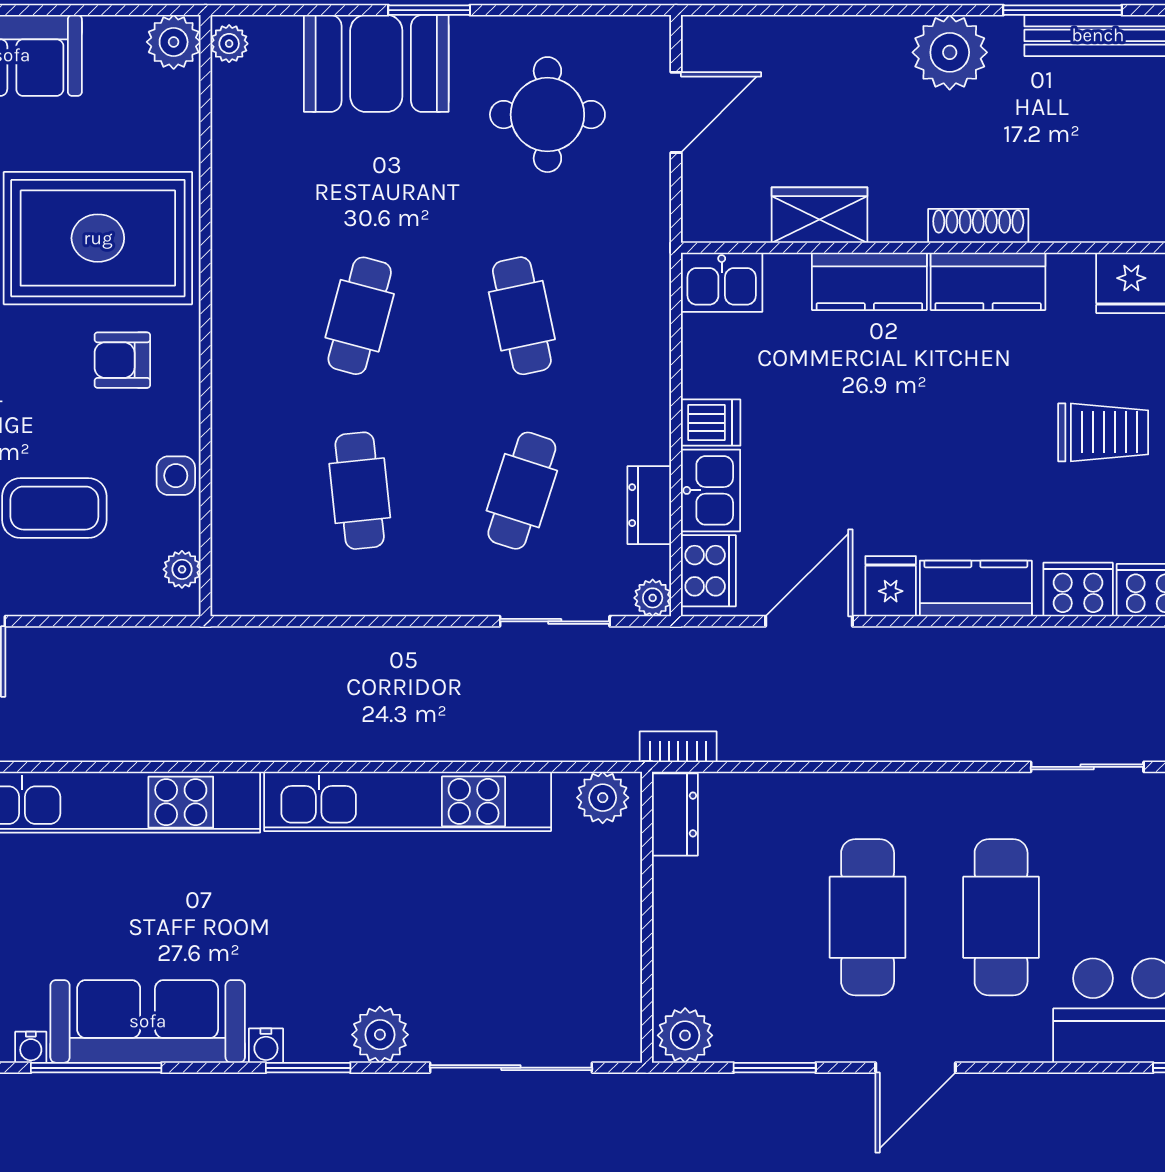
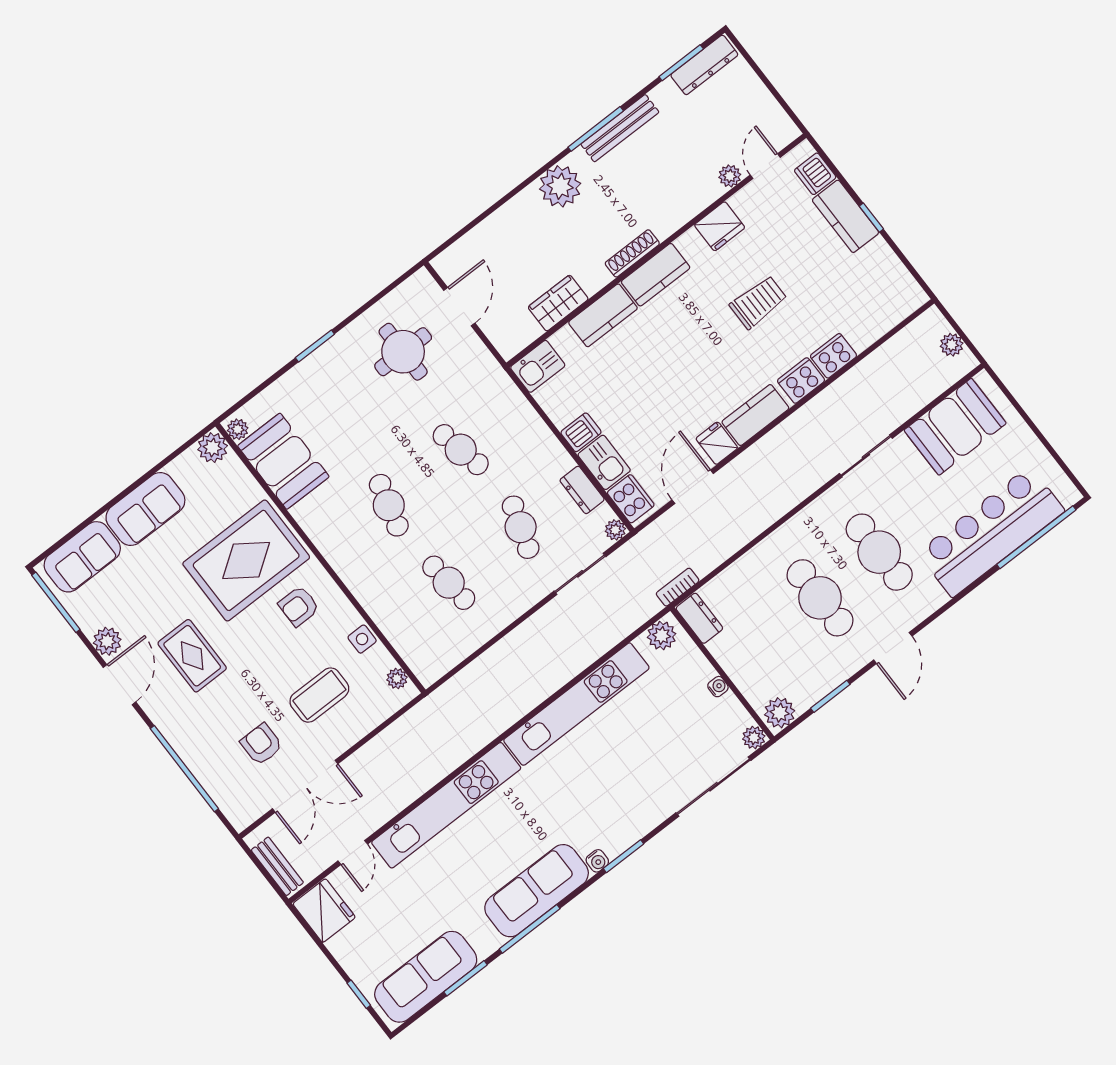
booth: (376, 63) -> (283, 461), moved, turned 90
plant: (380, 1035) -> (754, 738), moved, width x0.73, depth x0.73
water cooler: (31, 1047) -> (718, 687), moved, turned -90

